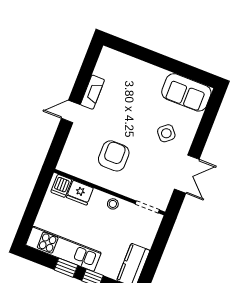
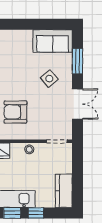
window: (205, 126) -> (77, 61), added
armchair: (114, 156) -> (15, 112), turned -90

